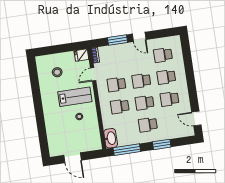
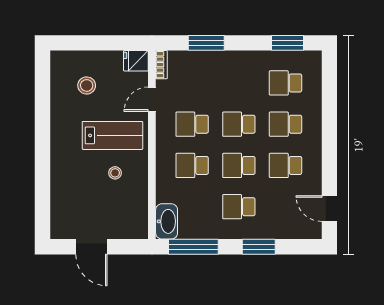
window: (161, 34) -> (287, 43), added
door: (139, 37) -> (247, 43), removed

